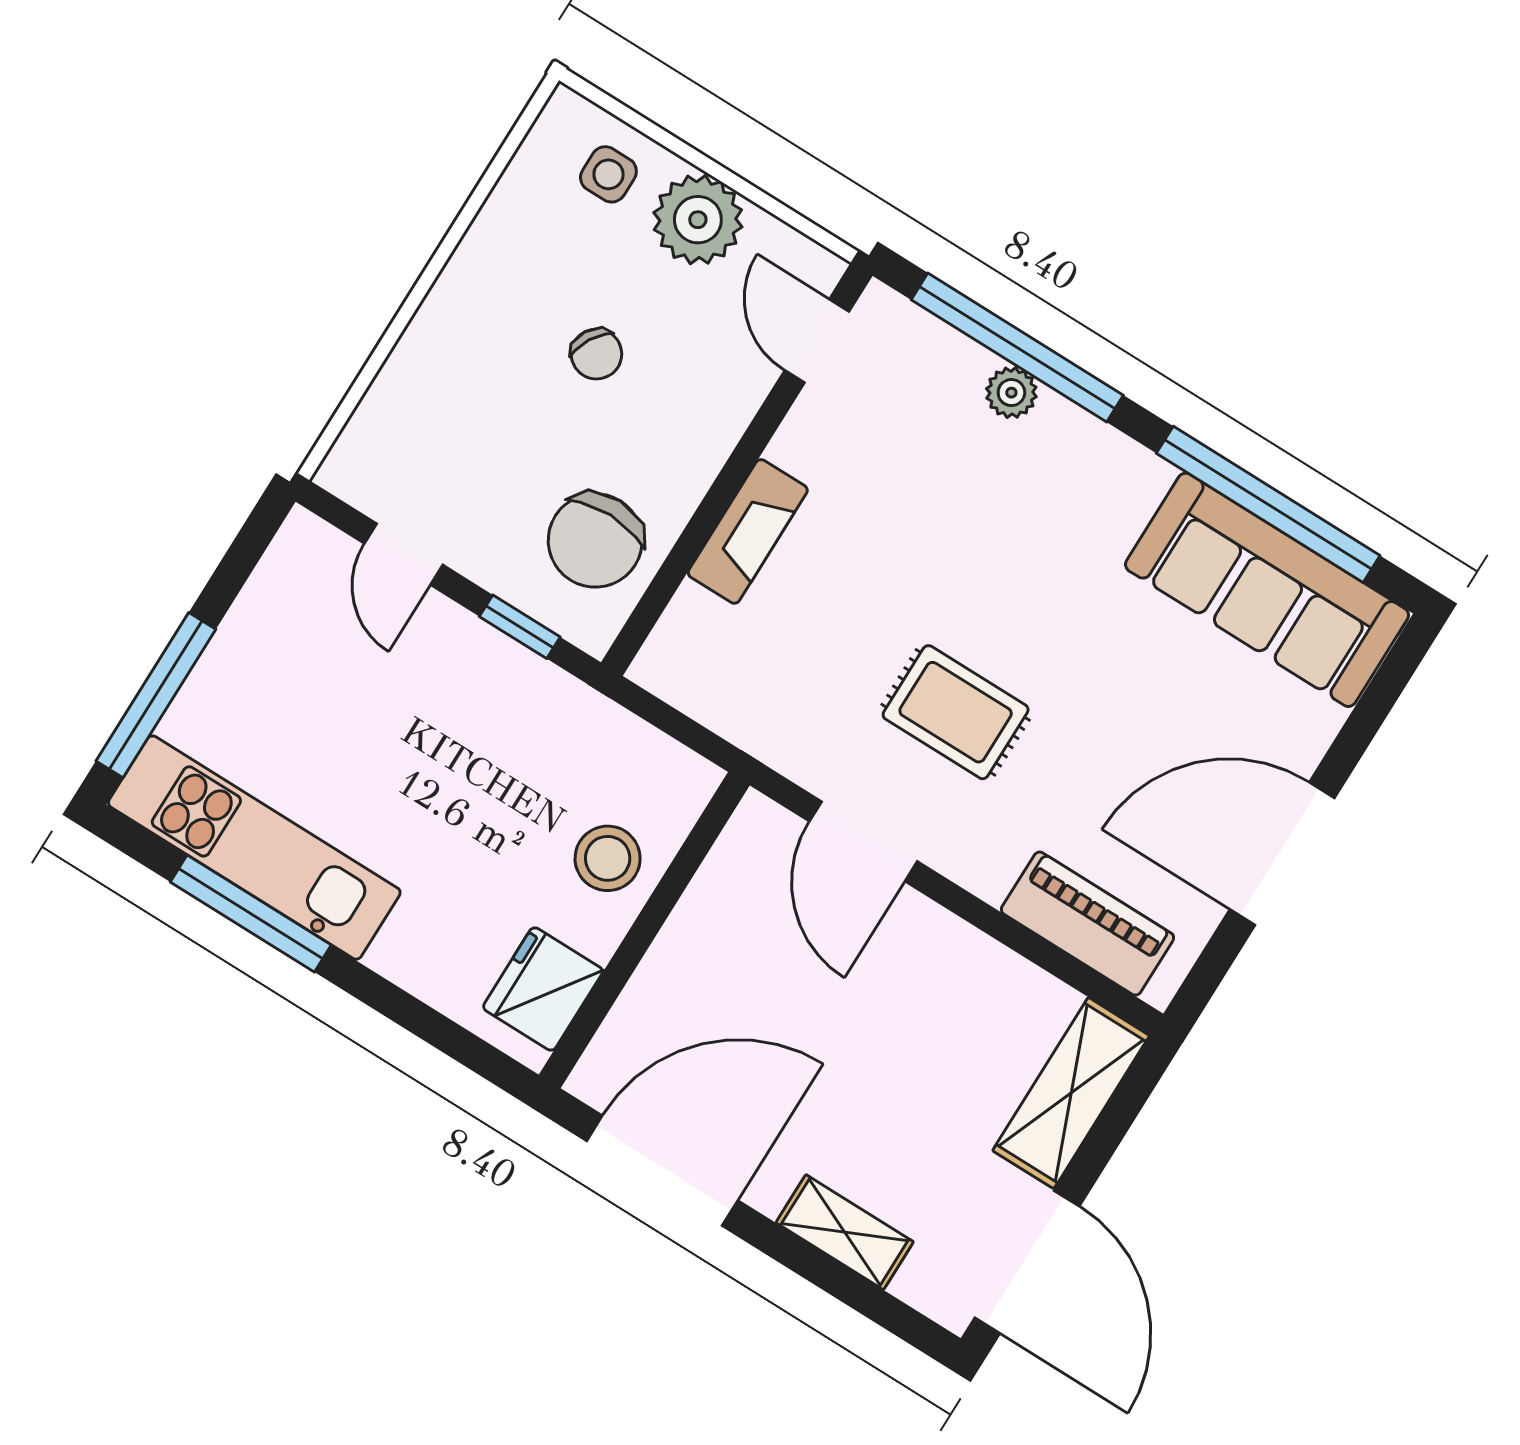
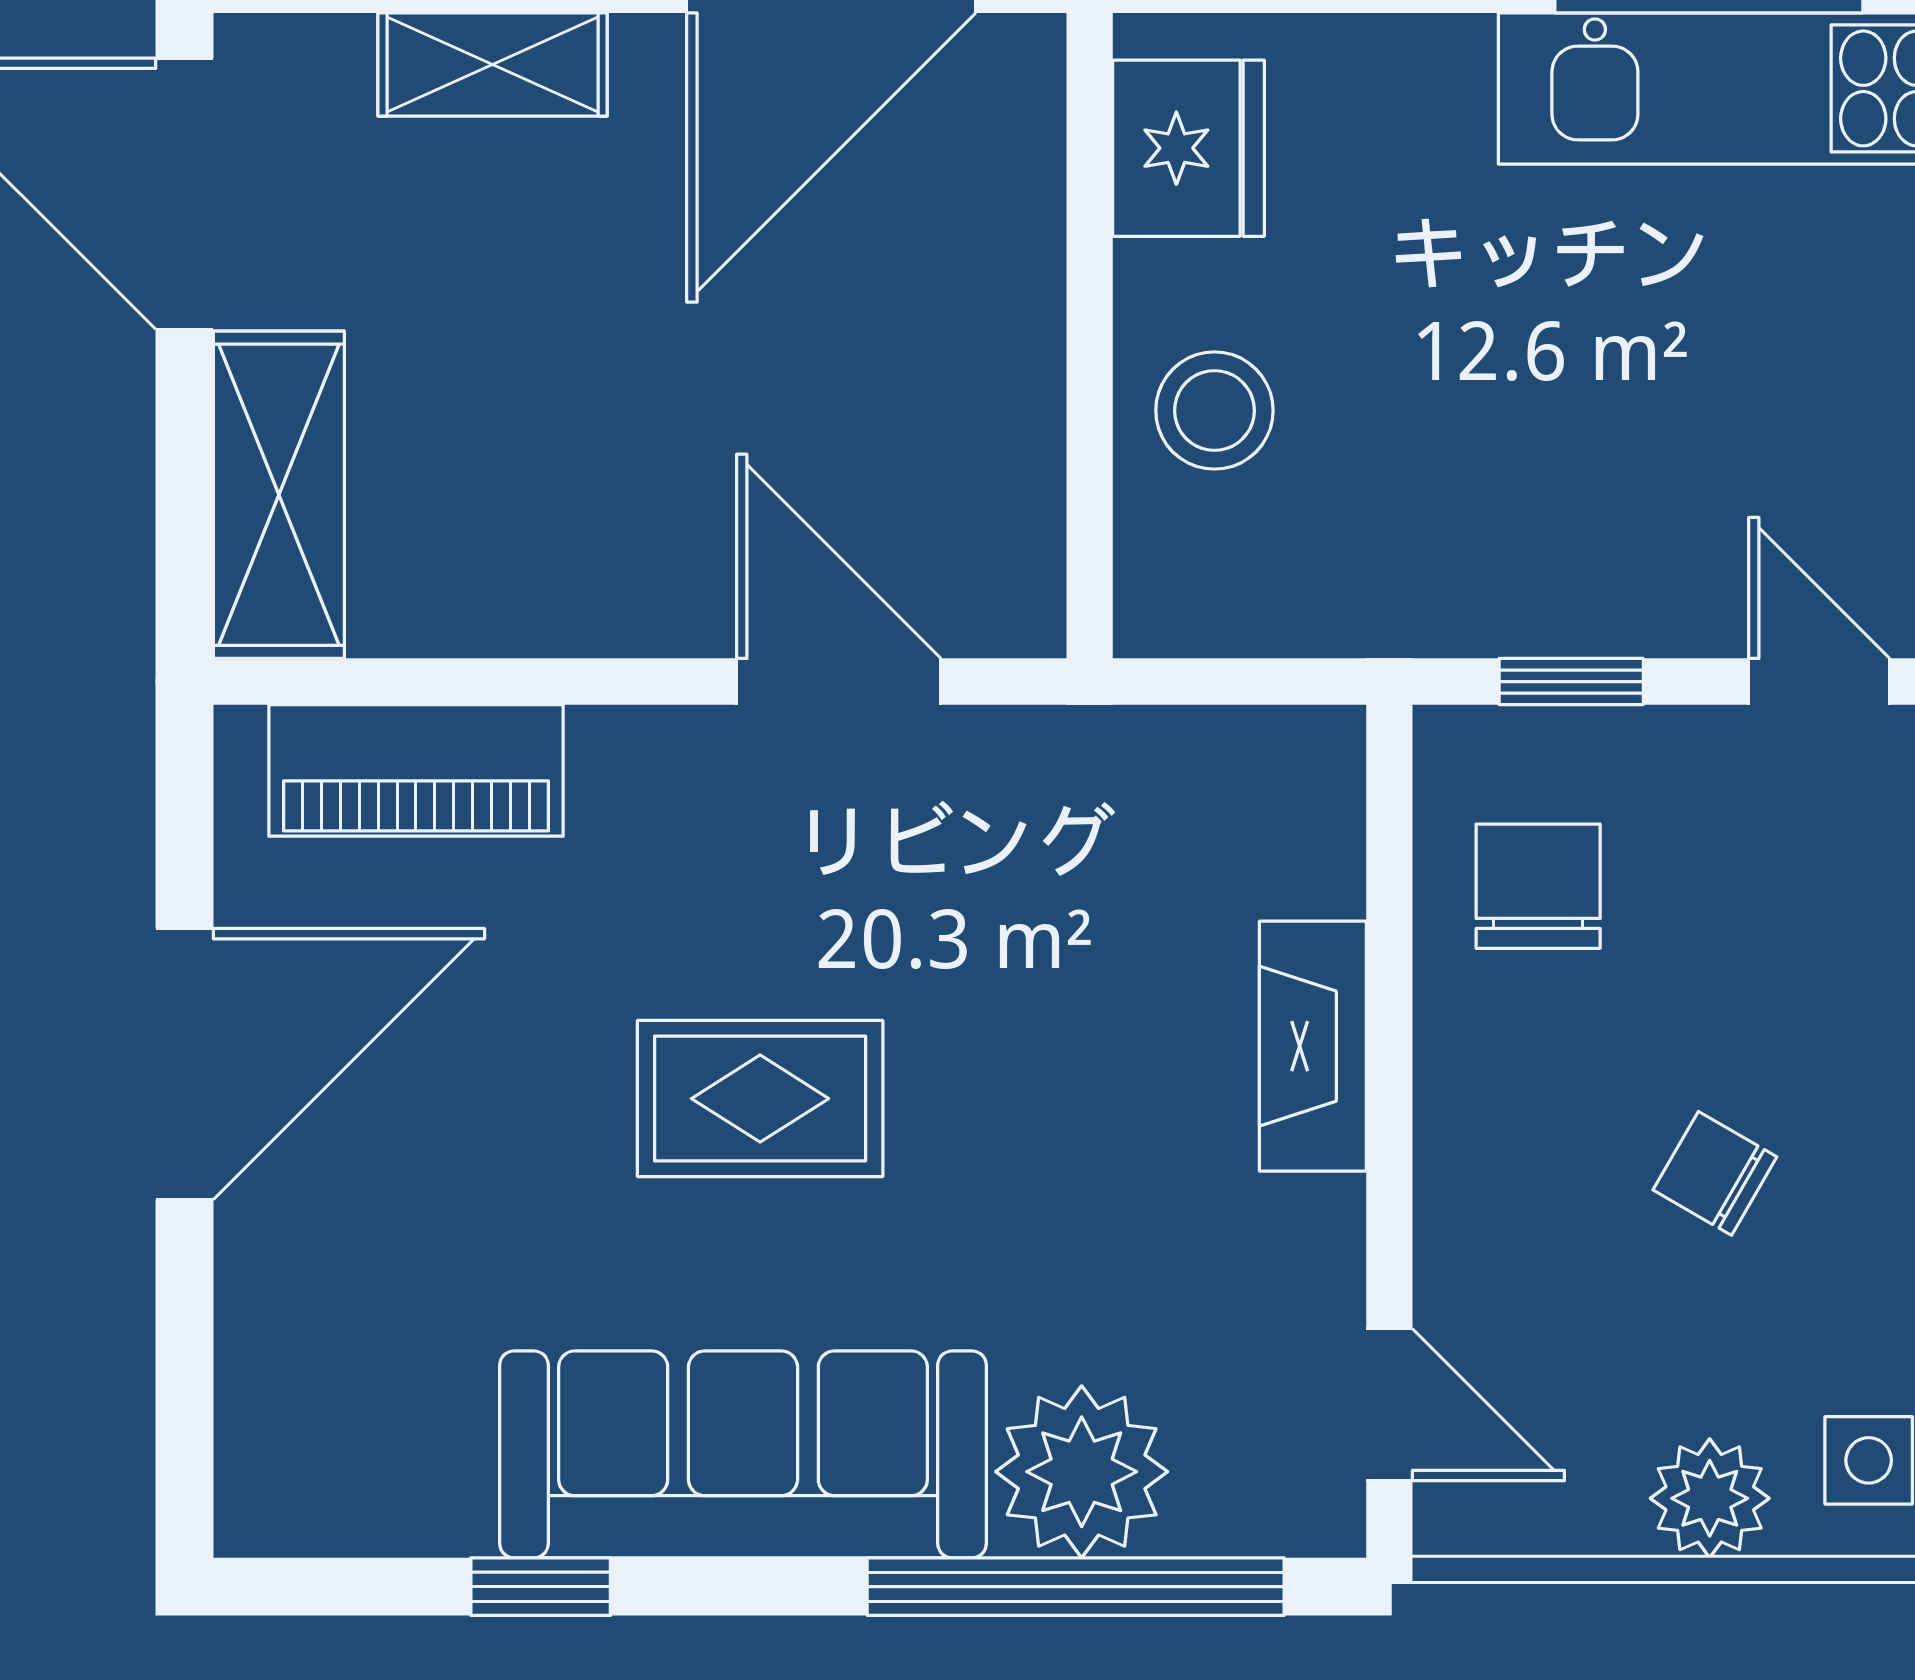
plant: (698, 220) -> (1710, 1498), width x0.73, depth x0.73
plant: (1011, 393) -> (1082, 1472), width x1.88, depth x1.88
window: (1268, 504) -> (541, 1587), width x0.32
chair: (595, 540) -> (1538, 886), width x0.73, depth x0.73
sofa: (1267, 590) -> (743, 1454), moved
rug: (956, 712) -> (760, 1099), moved

